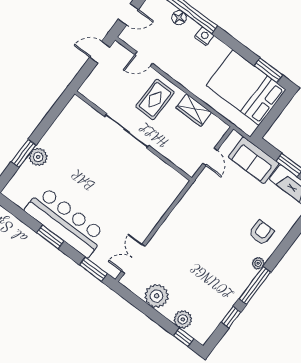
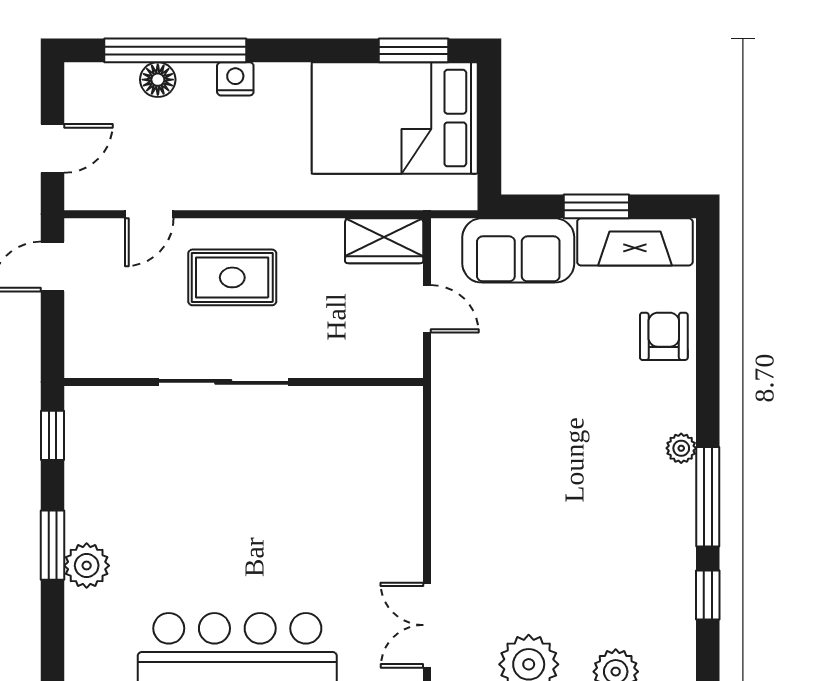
rug: (155, 99) -> (232, 277), turned 90
window: (59, 107) -> (53, 435), added
wardrobe: (194, 110) -> (384, 241), moved
window: (24, 153) -> (53, 545), moved
armchair: (261, 233) -> (664, 336), moved

